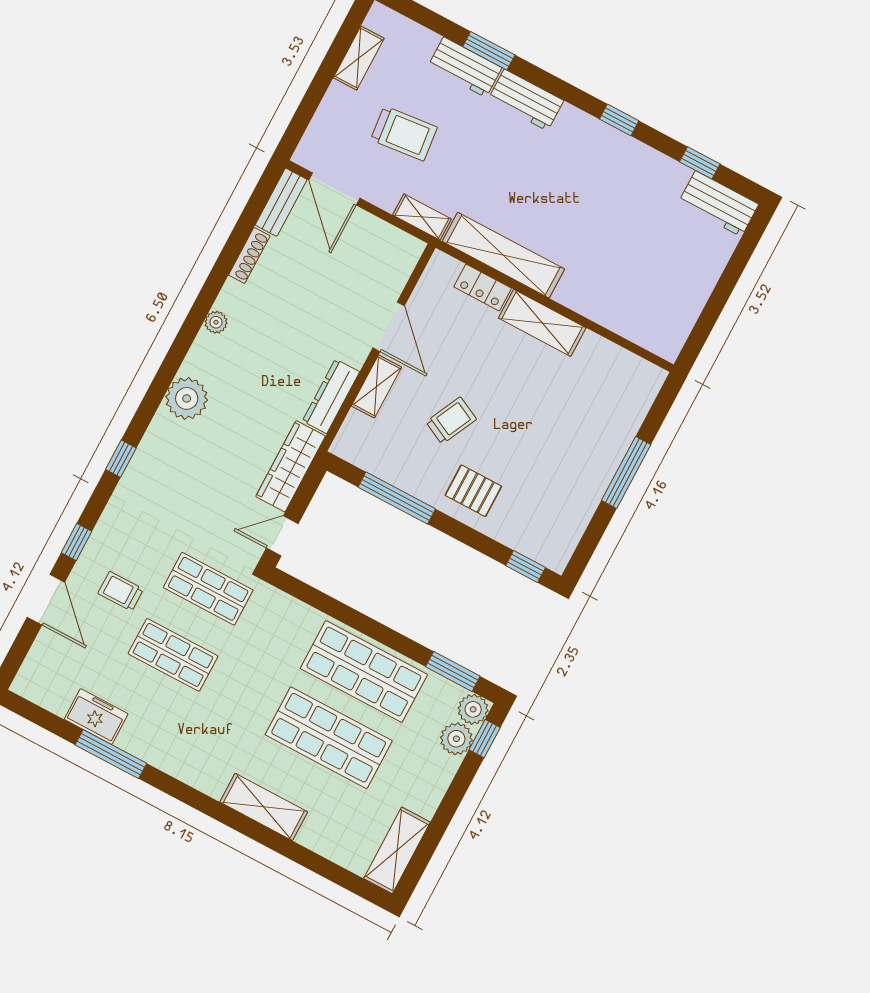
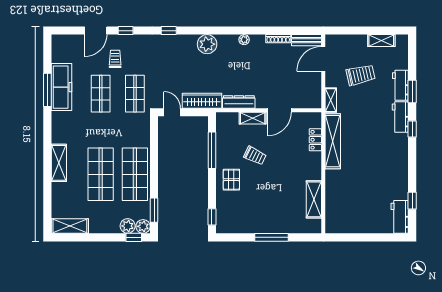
window: (619, 120) -> (412, 129), moved
trolley: (404, 133) -> (361, 75), turned -97
shelving: (542, 323) -> (314, 199), moved
freezer: (96, 717) -> (61, 87), width x1.91, depth x1.26

